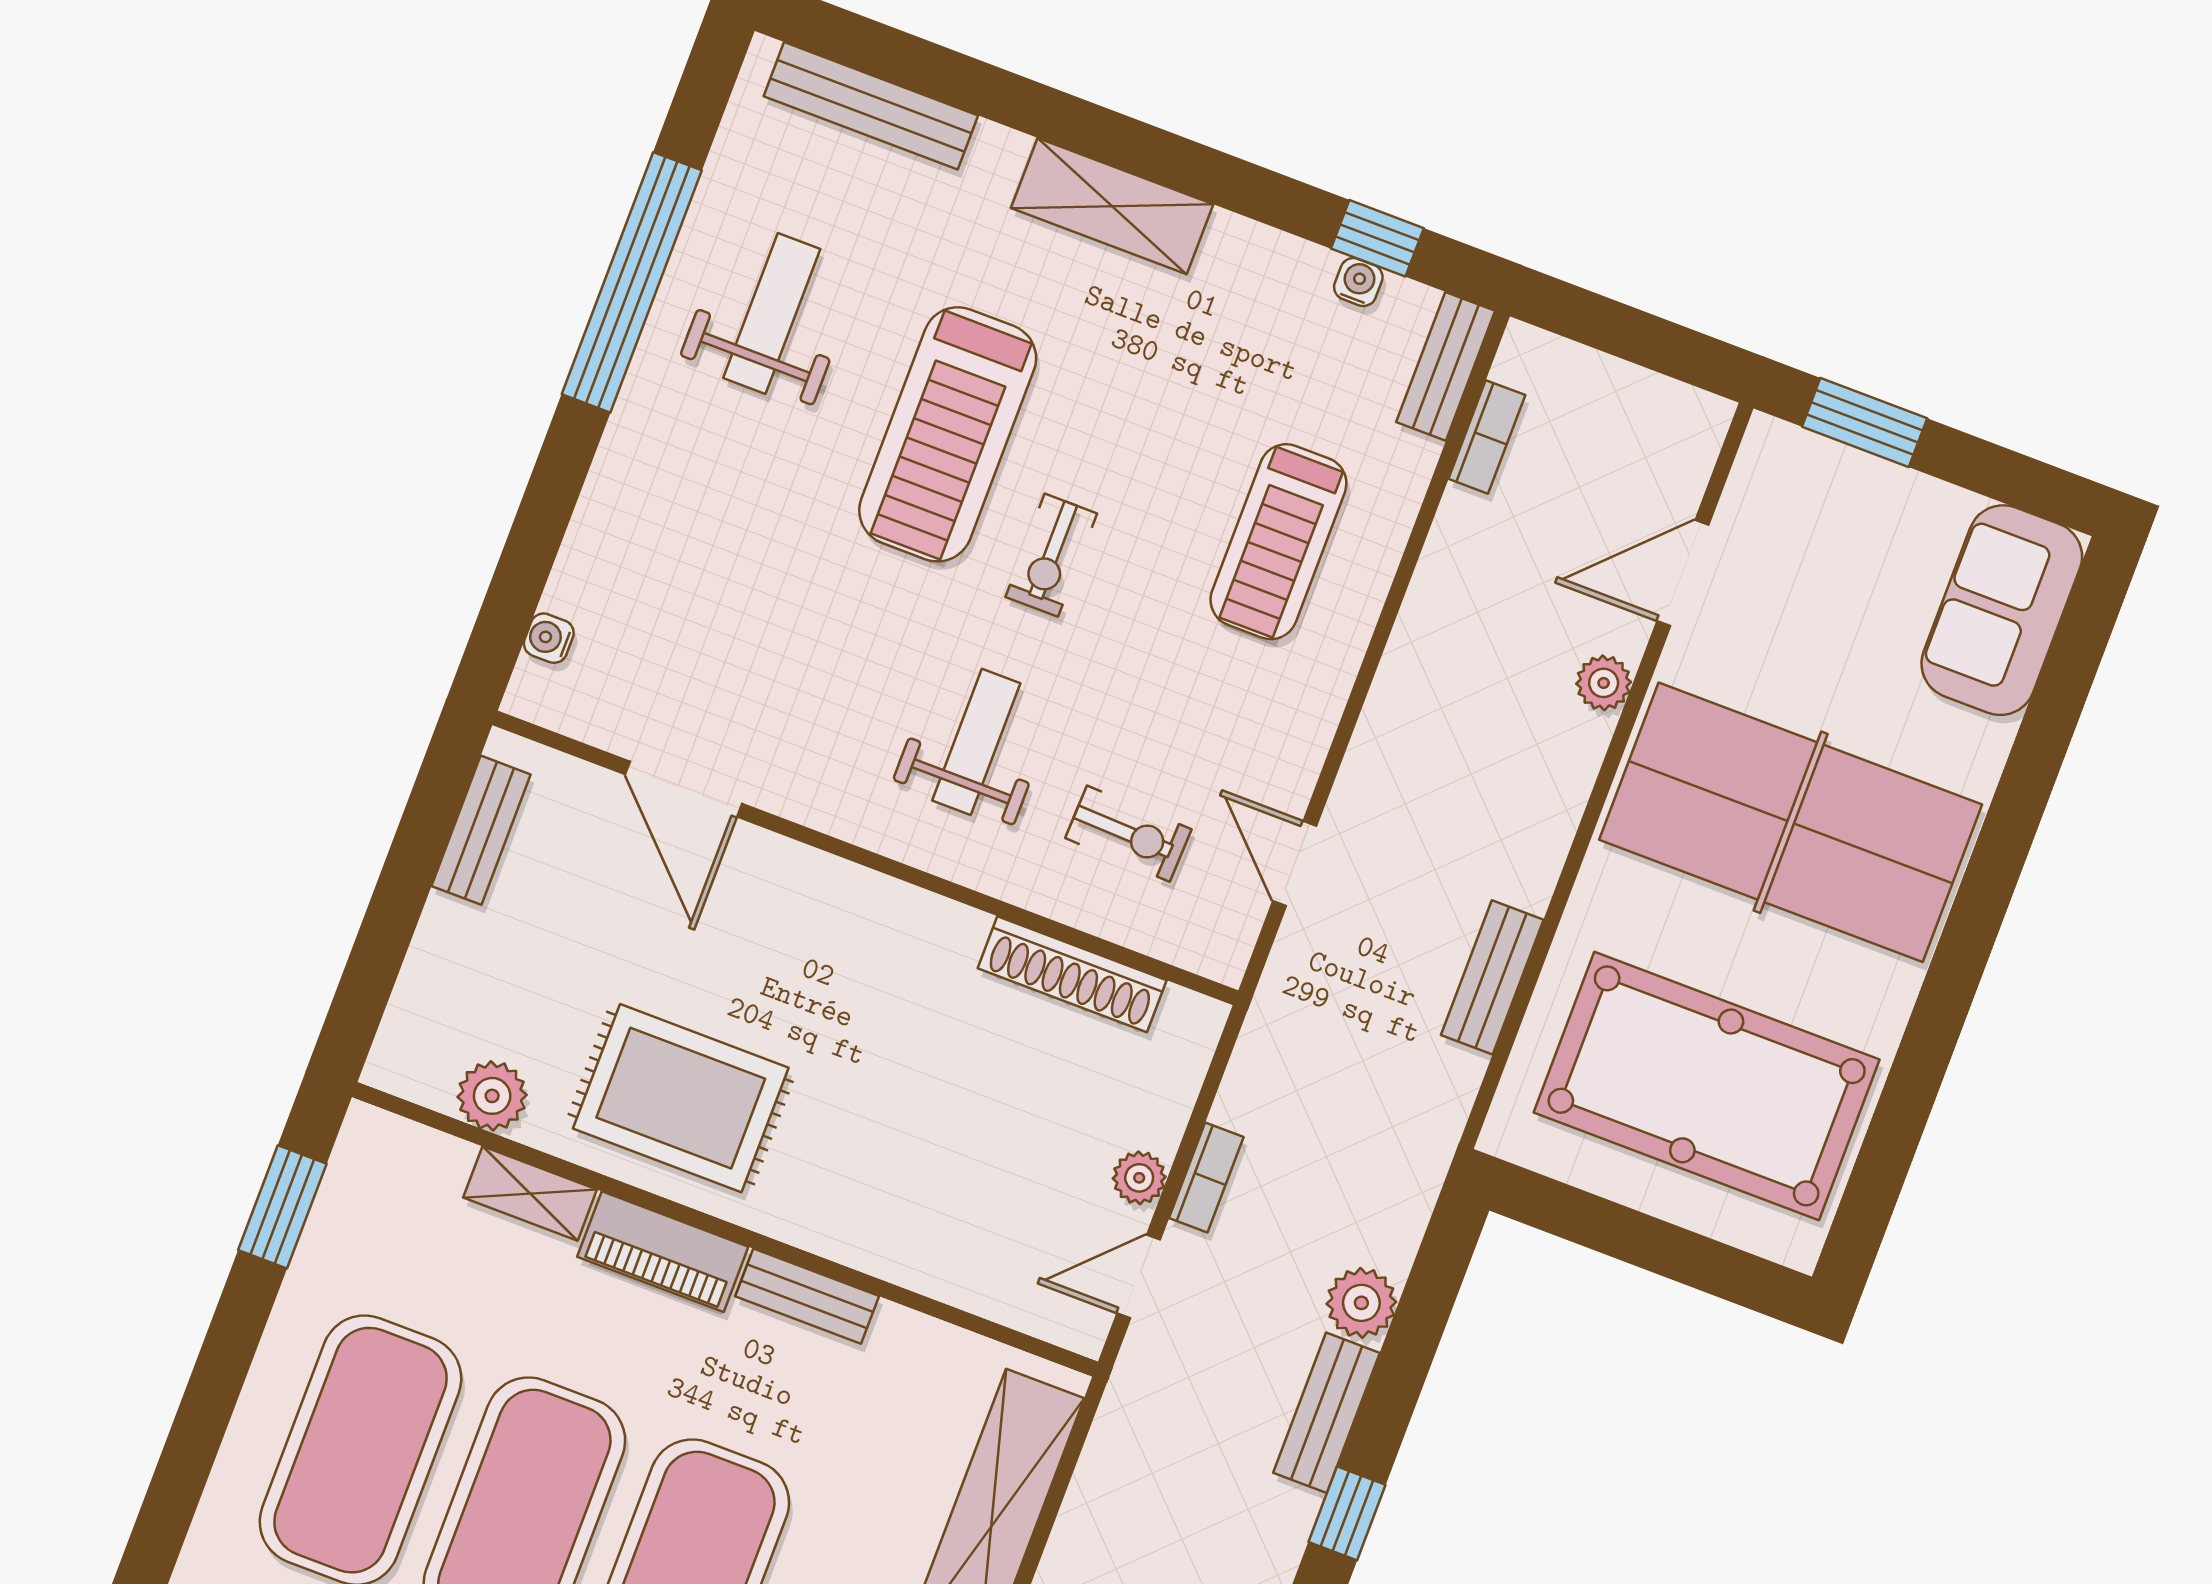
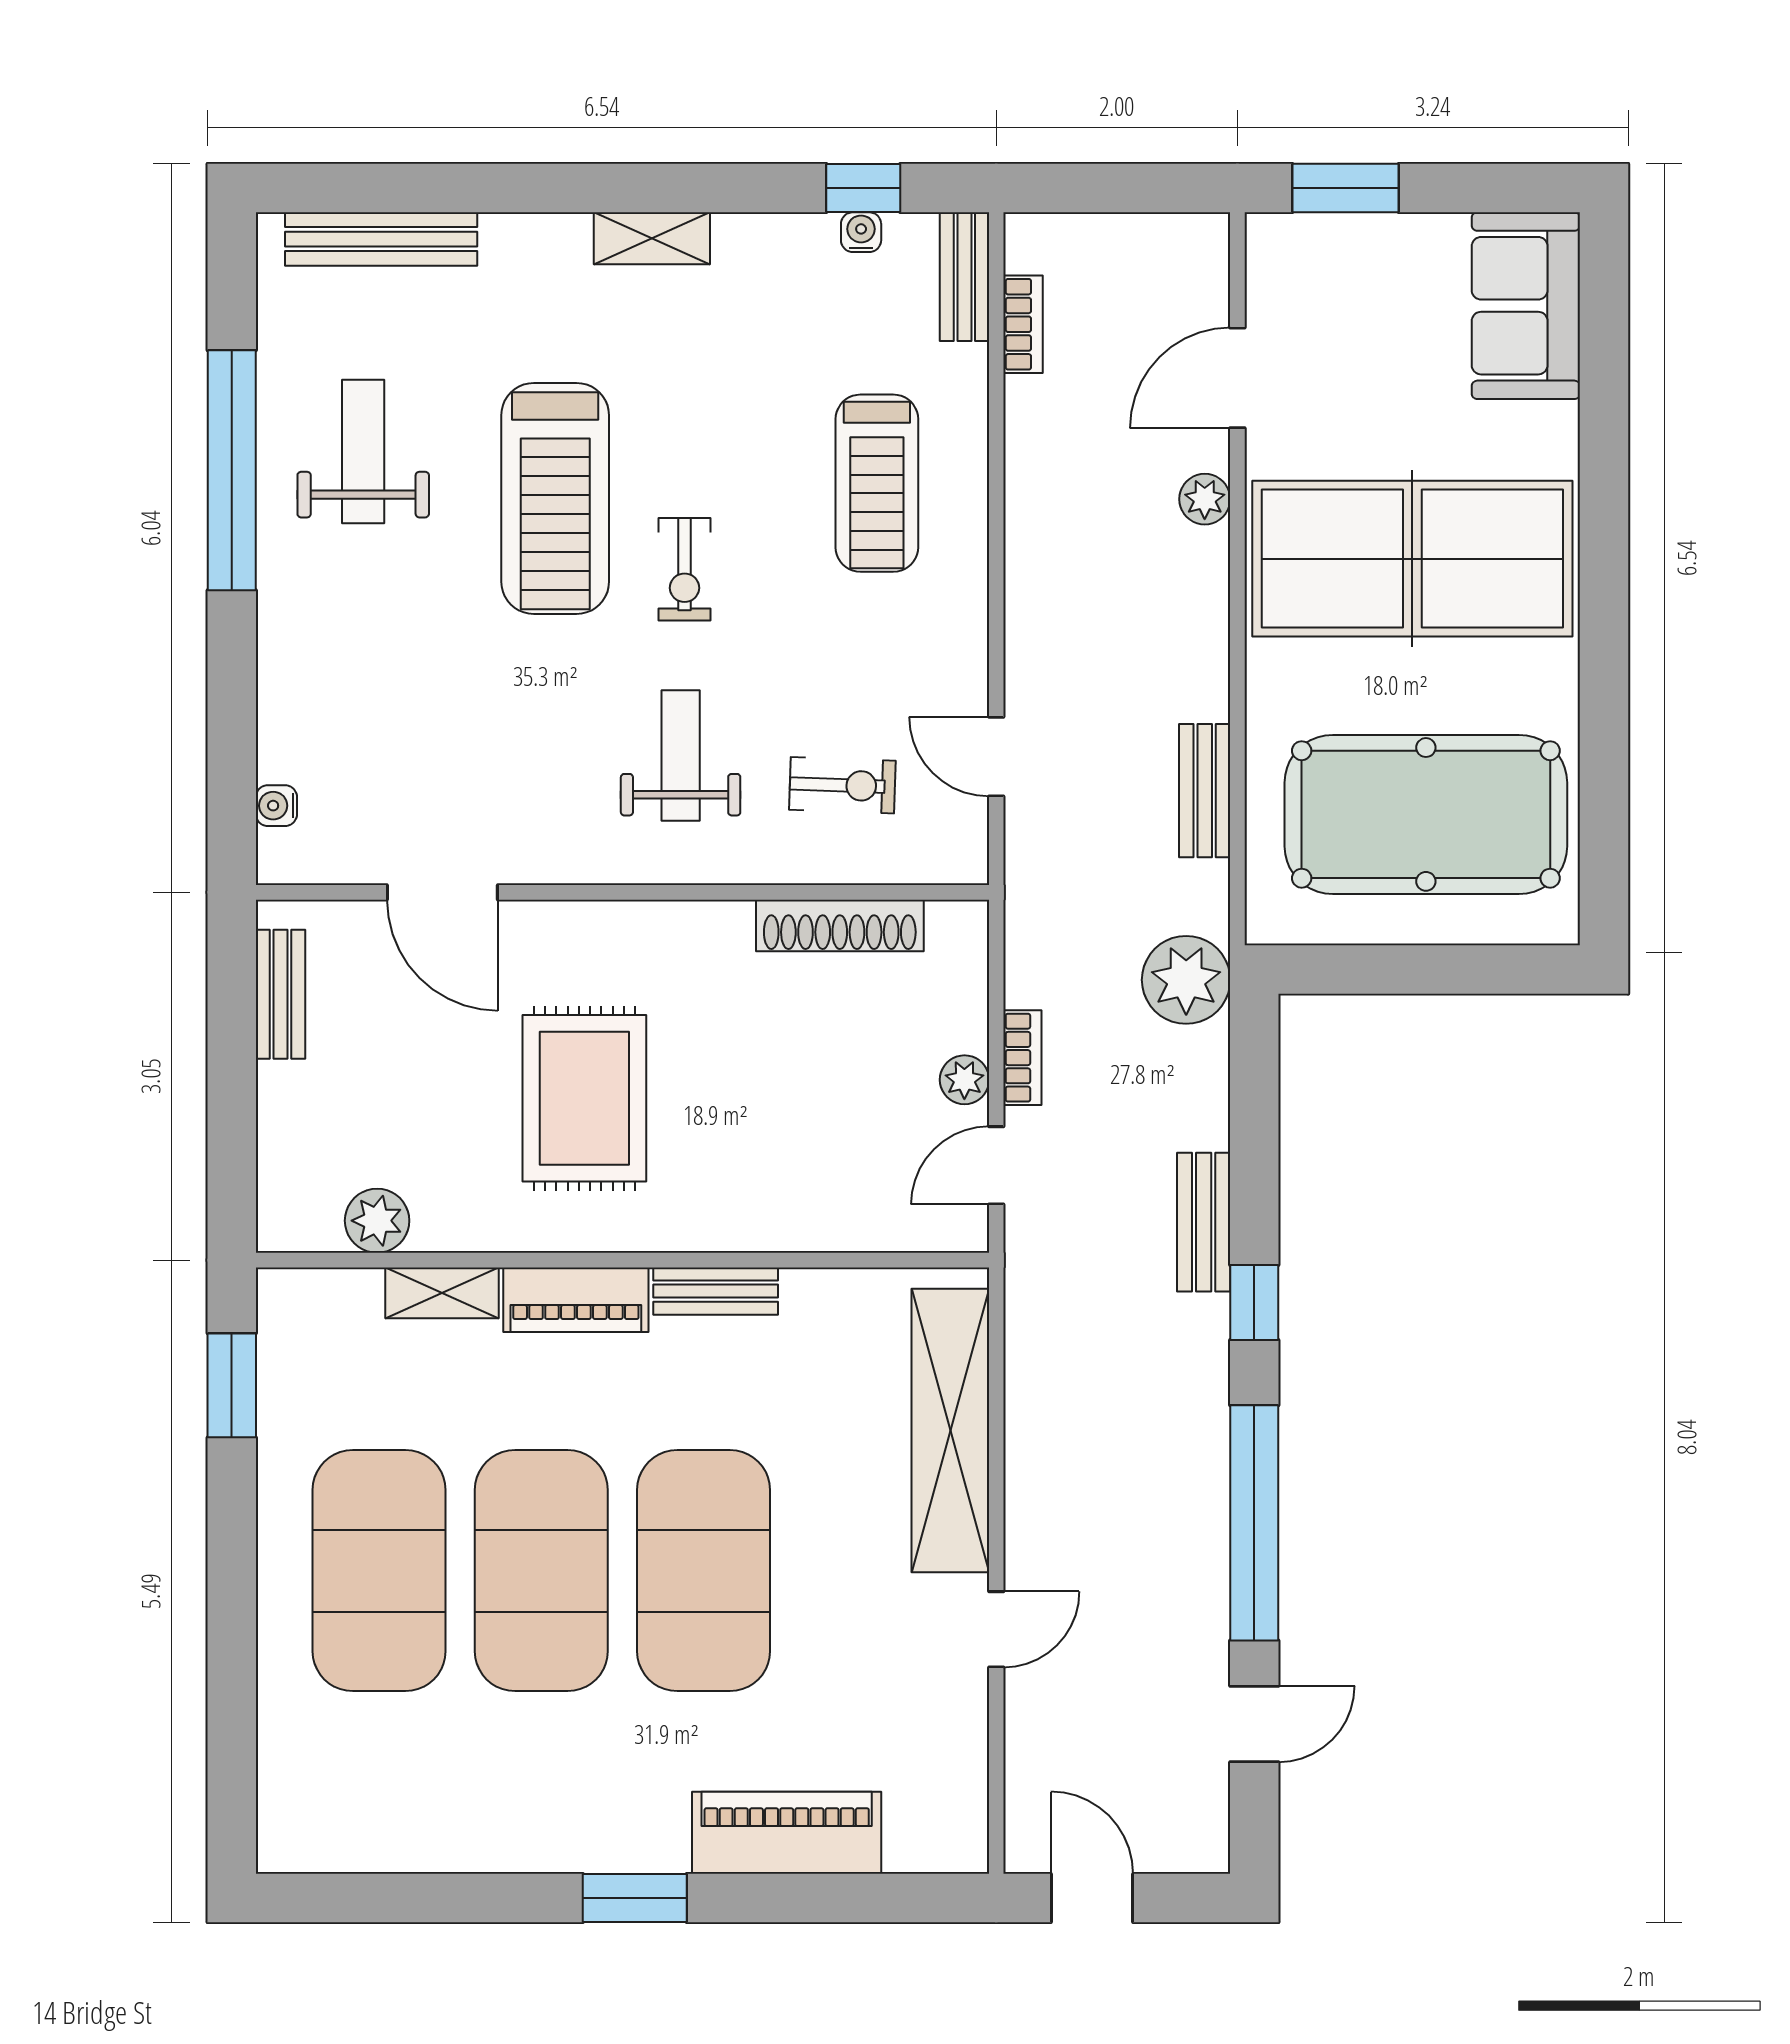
shelving: (1112, 206) -> (652, 238), width x0.67, depth x0.75
rug: (681, 1098) -> (584, 1098), moved, turned 90
plant: (1361, 1303) -> (1186, 980), moved, width x1.36, depth x1.36

